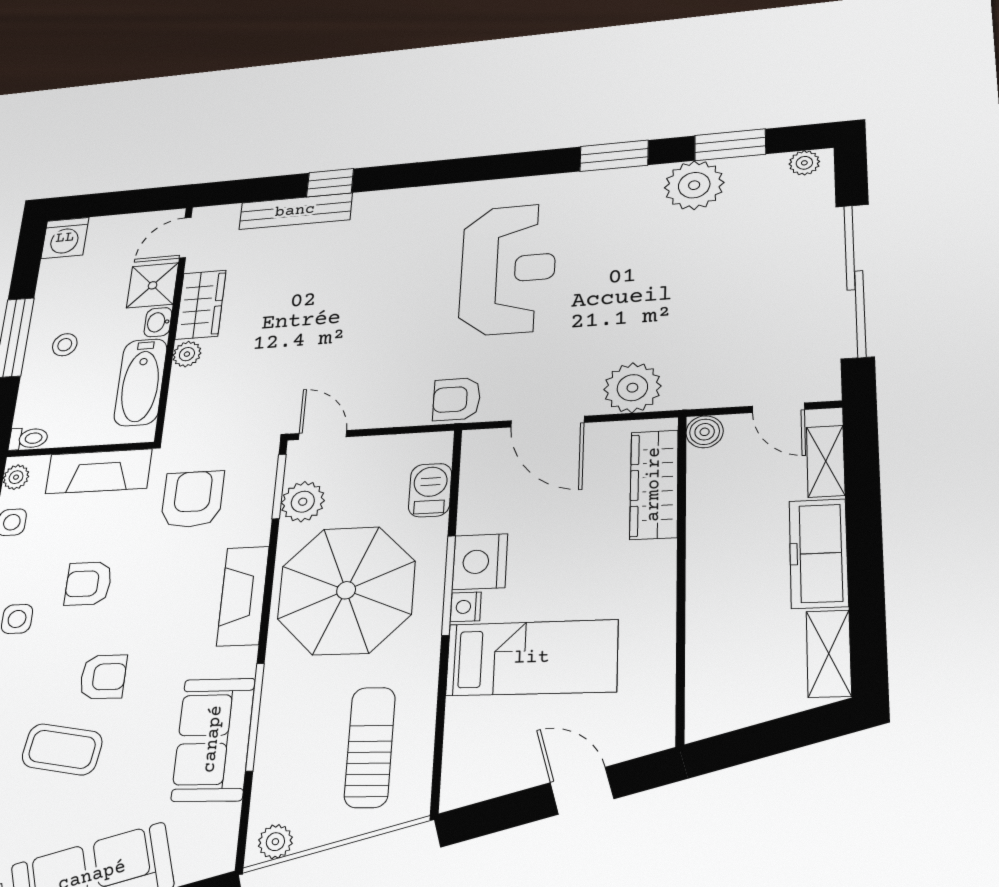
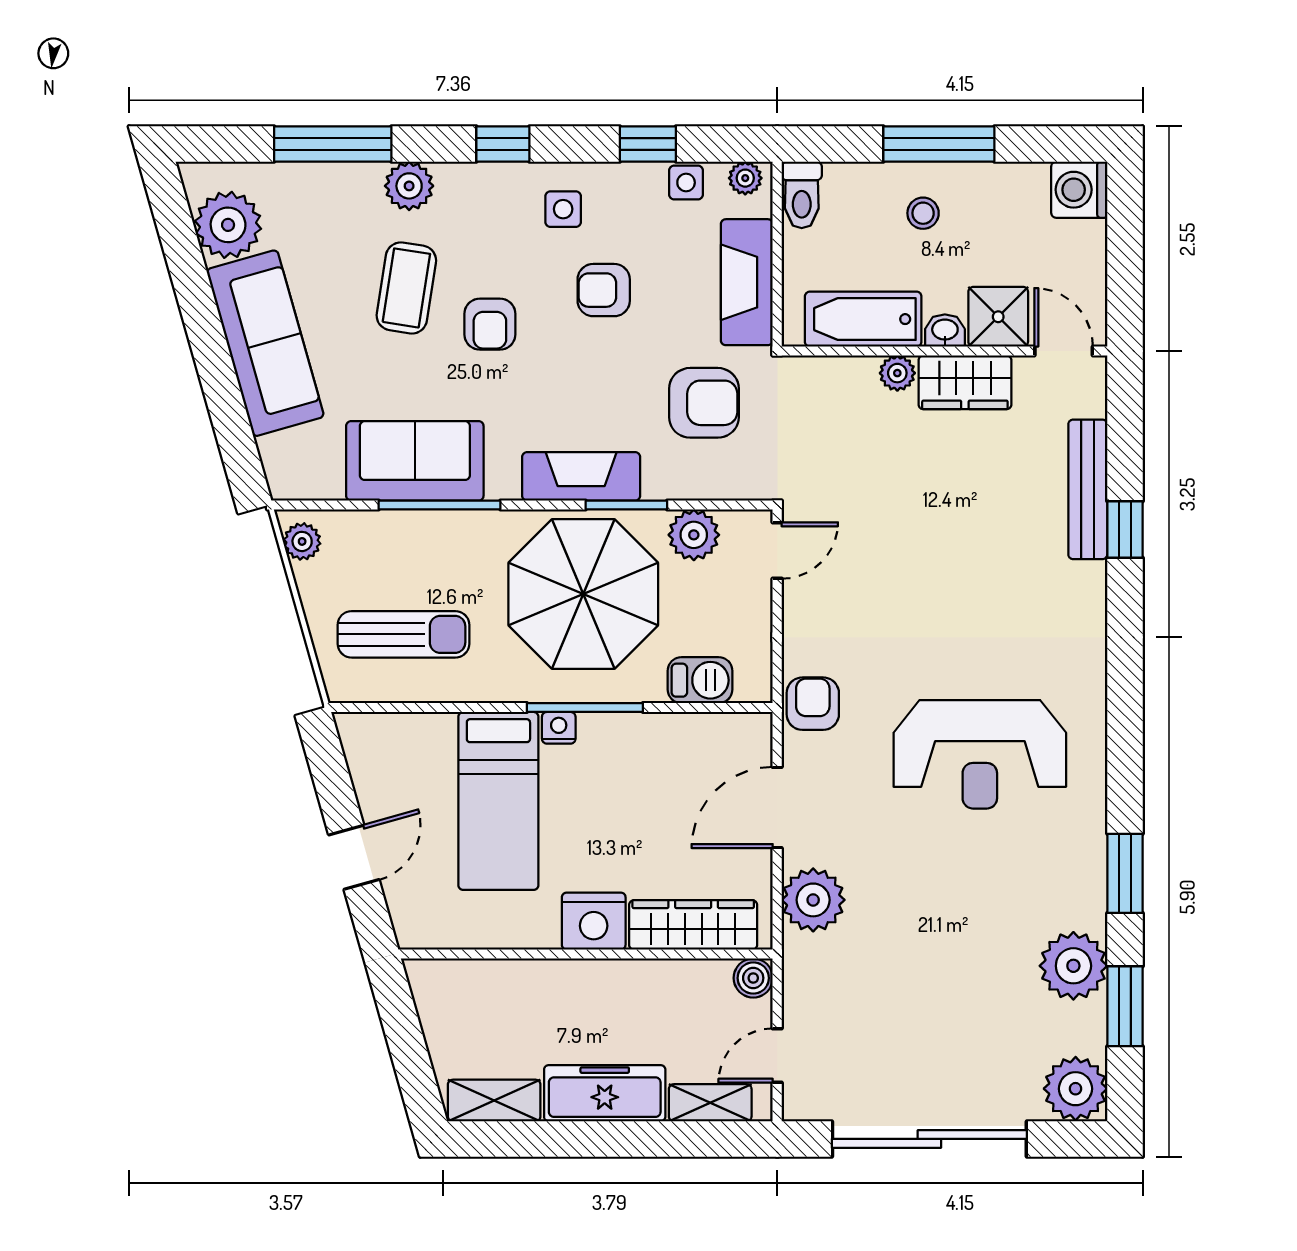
plant: (804, 163) -> (1076, 1089), width x1.87, depth x1.87
toilet: (28, 438) -> (802, 195), width x1.37, depth x1.39
window: (279, 486) -> (626, 505), moved
nightstand: (480, 562) -> (594, 921), moved, turned 180
armchair: (88, 584) -> (604, 290), turned -90

